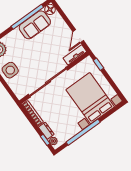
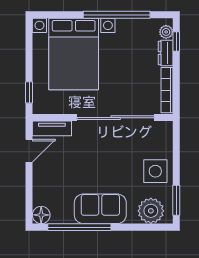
sofa: (35, 25) -> (100, 209), moved

